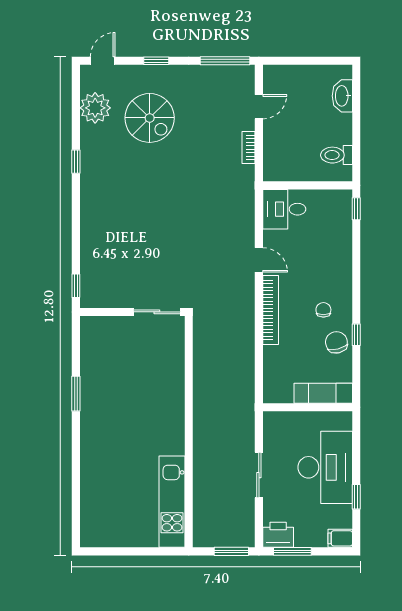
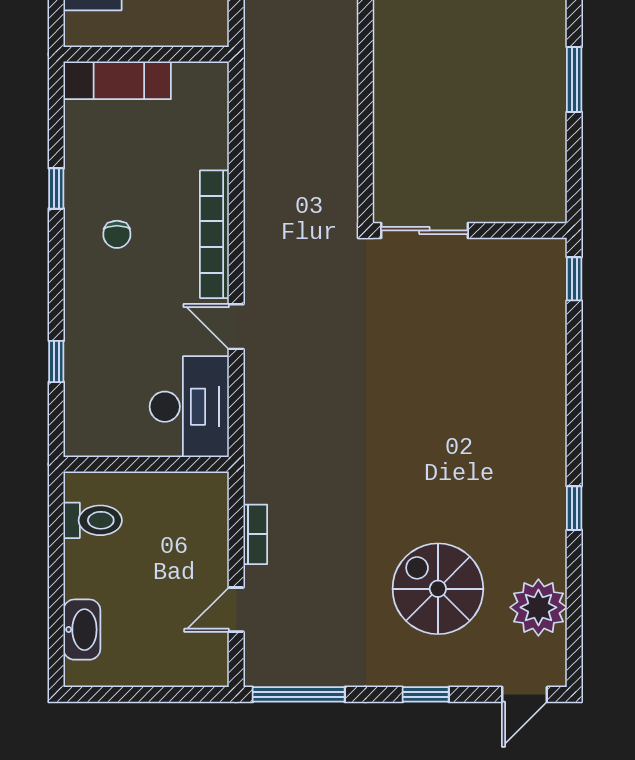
desk: (284, 209) -> (189, 407), width x1.37
window: (356, 209) -> (56, 361), moved
chair: (336, 342) -> (93, 174), removed

